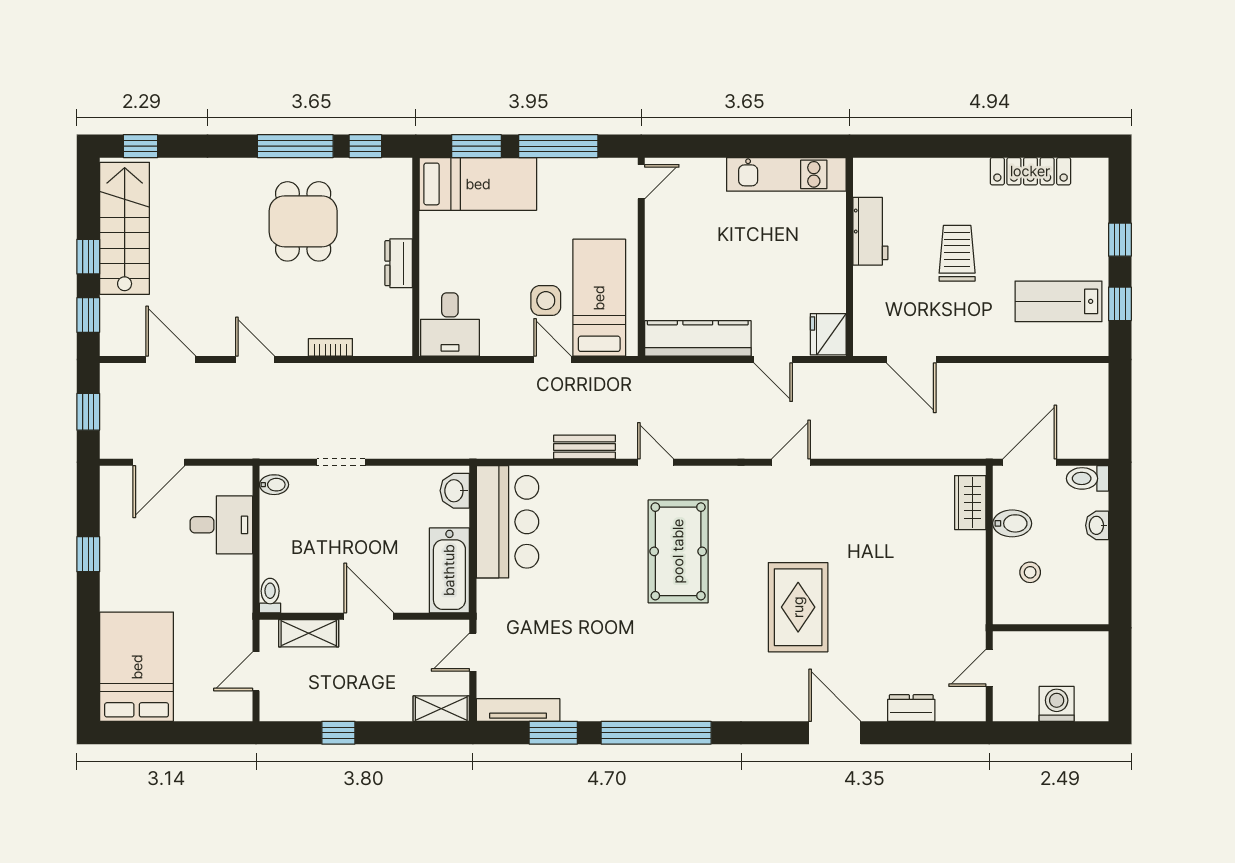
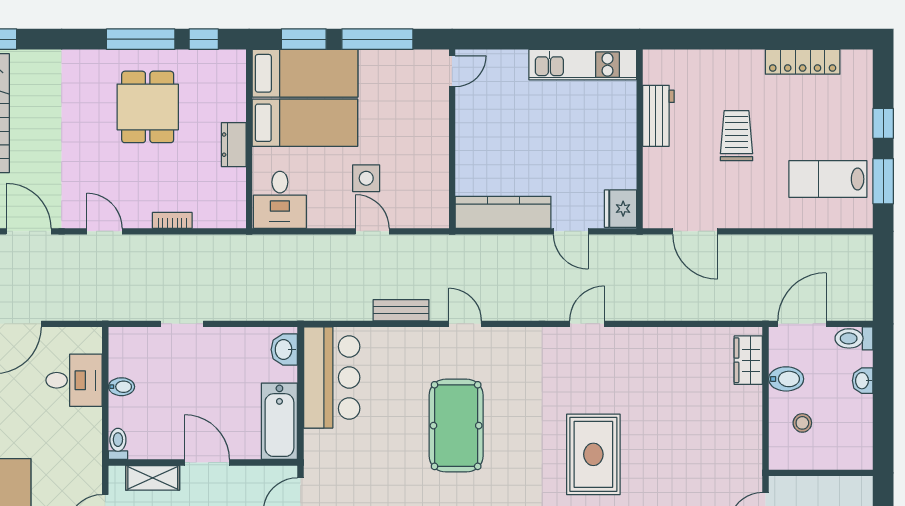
bed: (599, 298) -> (305, 123), moved, turned 90
window: (1120, 304) -> (883, 181), width x1.50
bidet: (274, 485) -> (121, 387), moved
pool table: (678, 551) -> (456, 426), moved

